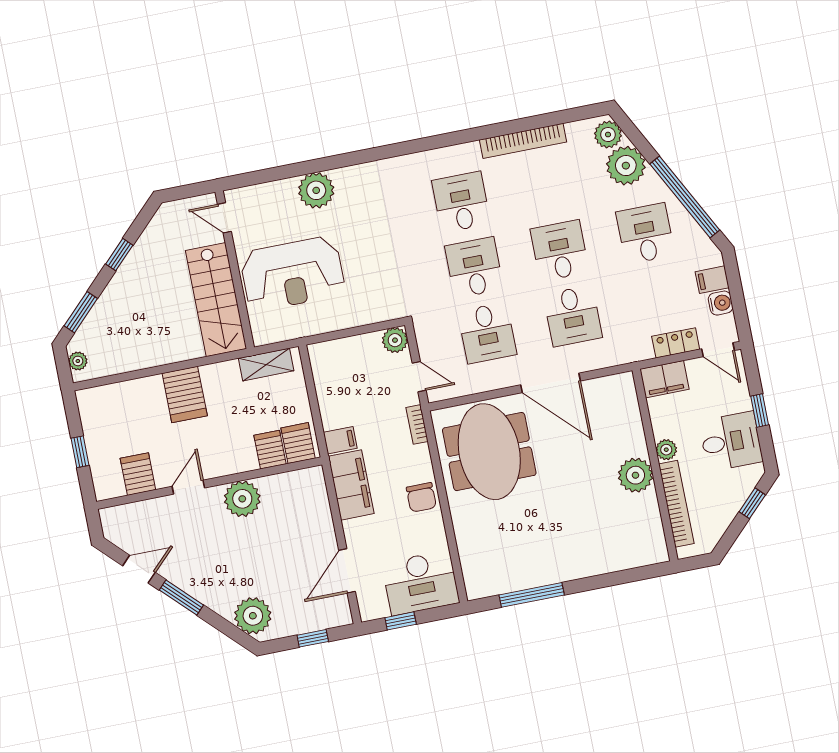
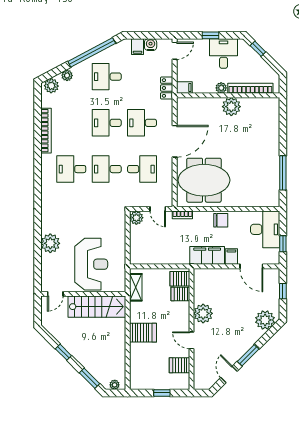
plant: (626, 166) -> (67, 75), width x0.53, depth x0.53
desk: (573, 316) -> (142, 123), turned 180
locker: (676, 343) -> (167, 88), moved
door: (419, 377) -> (158, 209), swing flipped
filing cabinet: (664, 379) -> (184, 88), width x0.50
filing cabinet: (340, 440) -> (231, 256), moved

